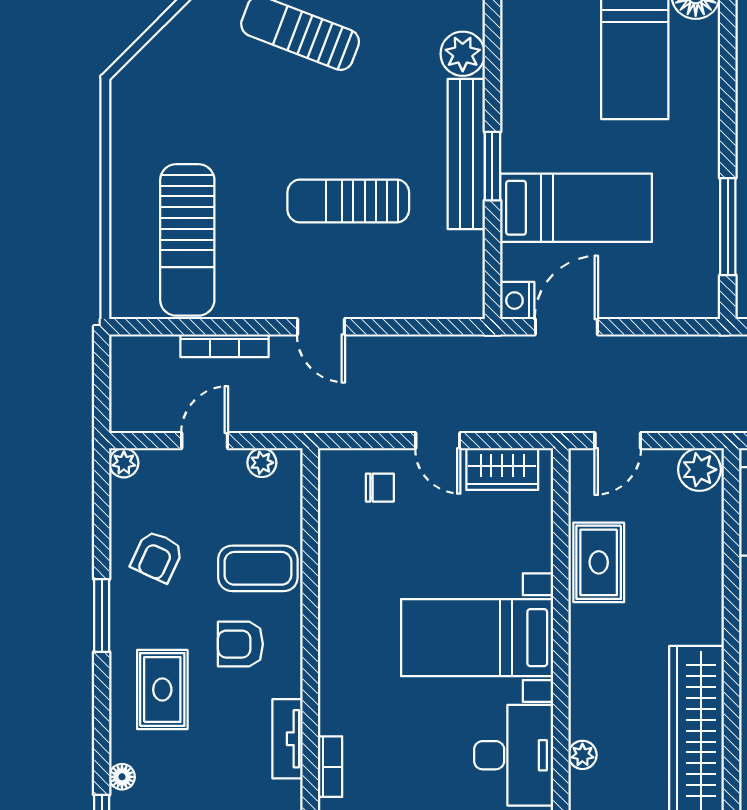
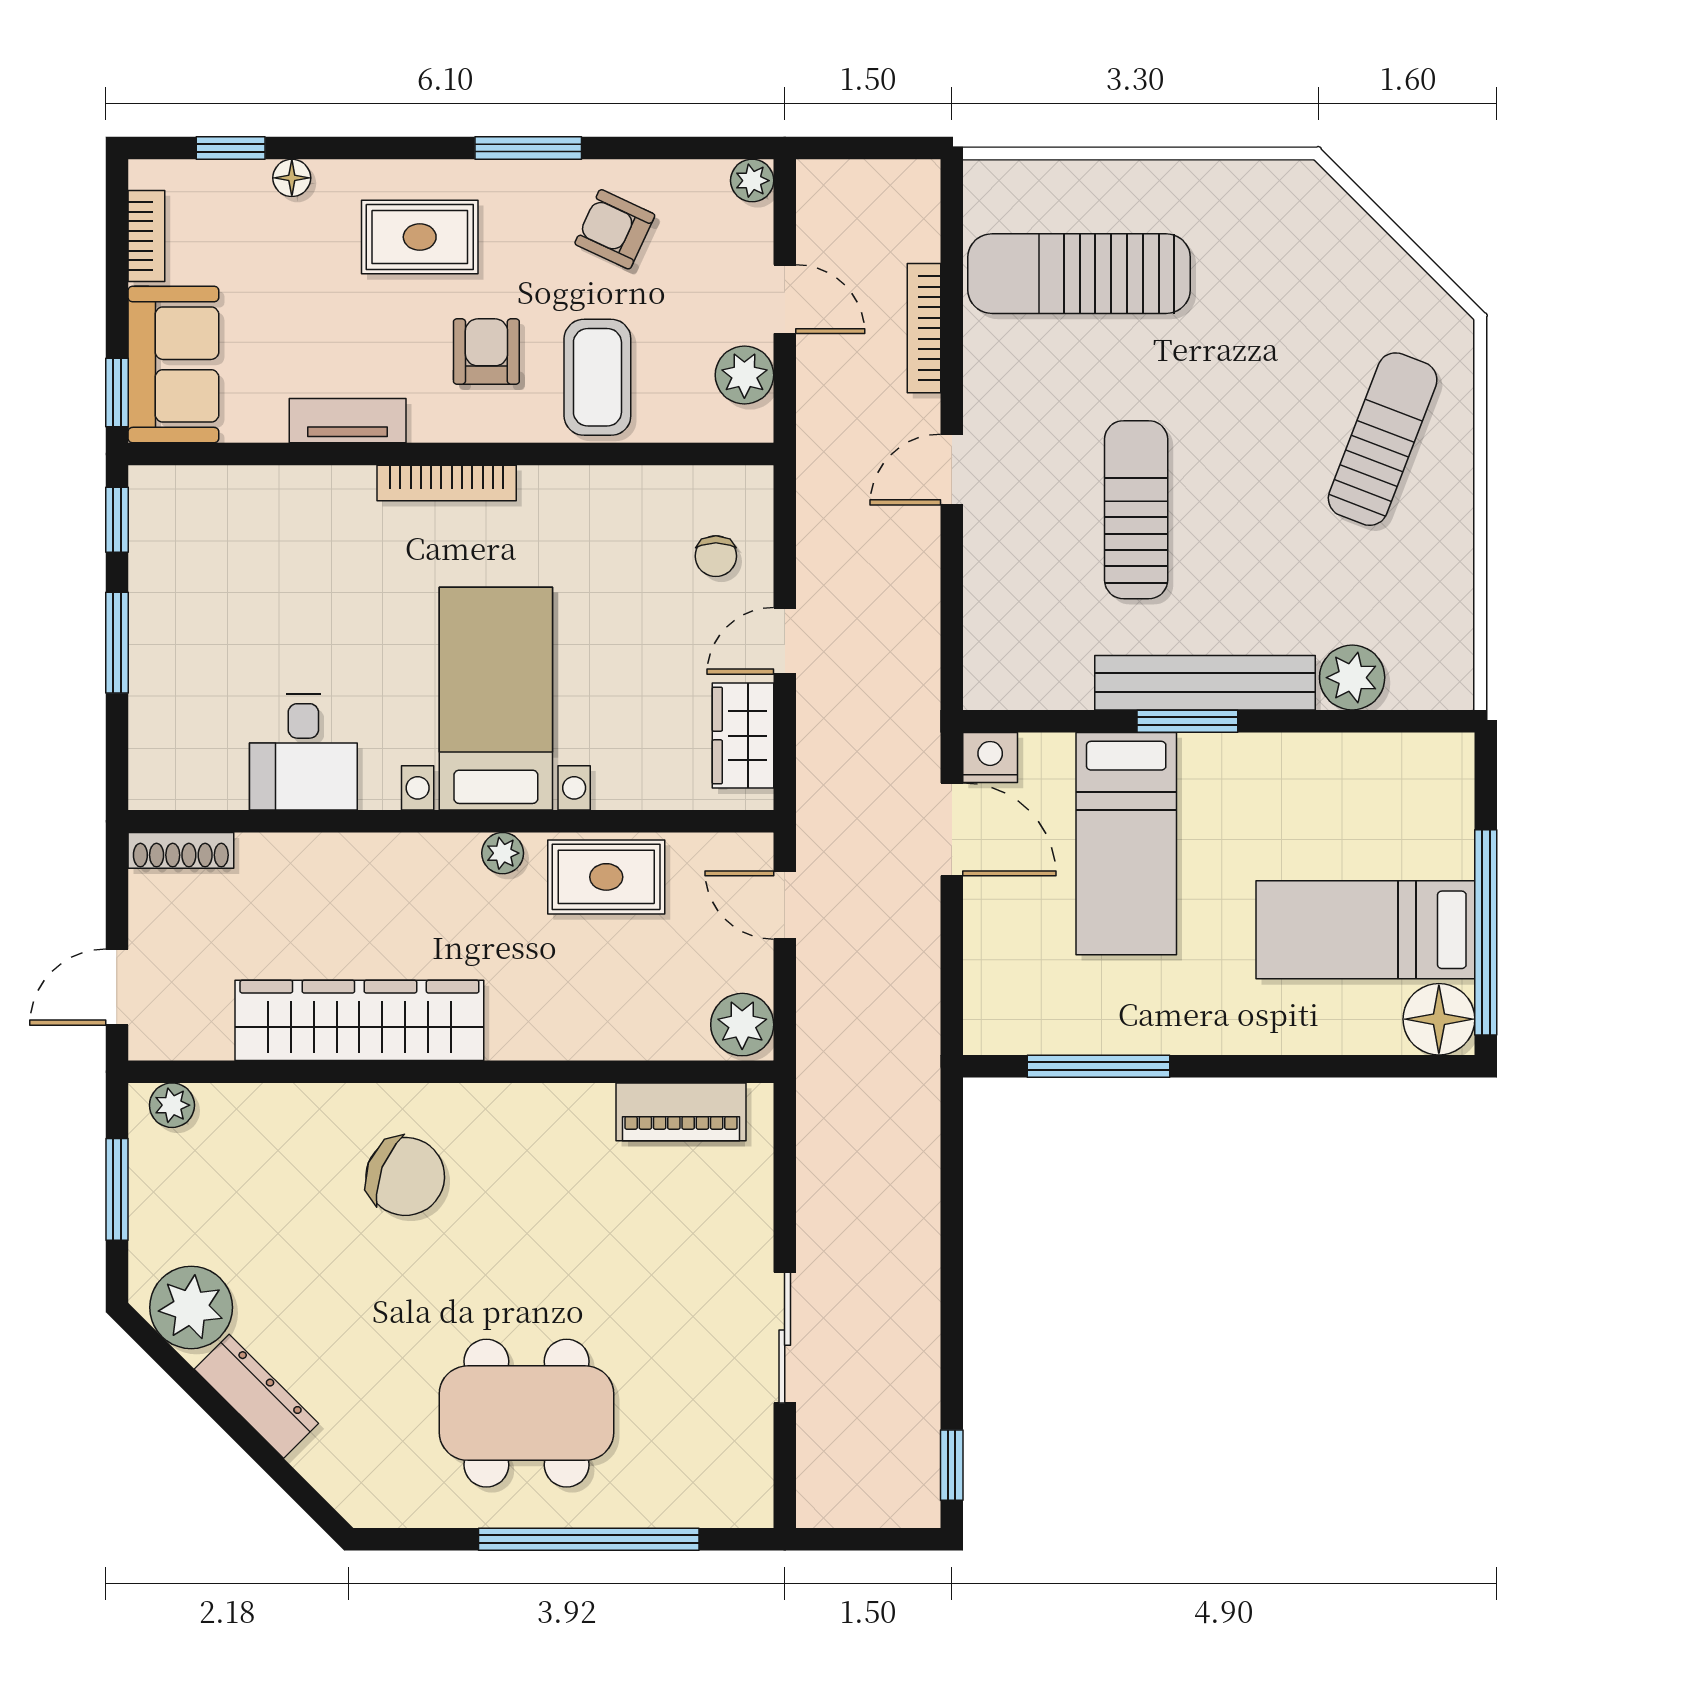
plant: (262, 463) -> (744, 375), width x1.38, depth x1.38
desk: (514, 755) -> (303, 752), width x0.73
plant: (582, 755) -> (503, 853), moved
bookcase: (330, 767) -> (447, 483), moved, width x1.56

